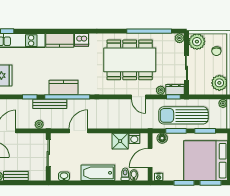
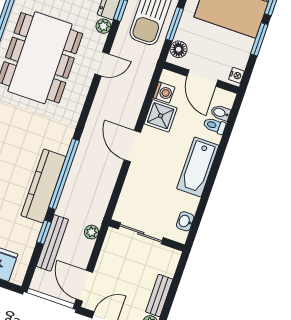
kitchen counter: (63, 87) -> (43, 186), width x1.50
bench: (50, 104) -> (52, 243), moved
door: (78, 131) -> (132, 146), moved

